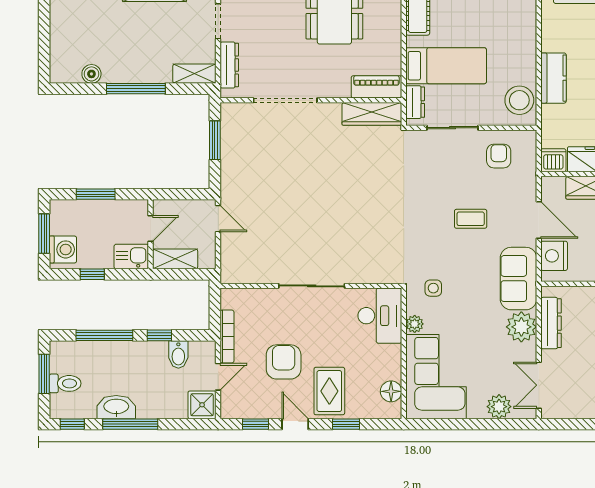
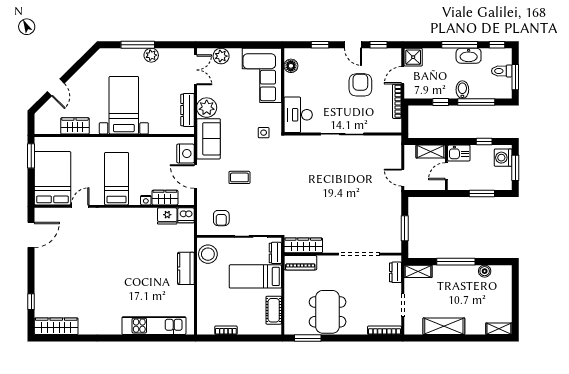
dresser: (229, 65) -> (396, 272), width x0.70
plant: (415, 324) -> (276, 109), removed
bidet: (178, 355) -> (462, 90), moved
armchair: (284, 362) -> (360, 85), turned 180
rug: (329, 391) -> (331, 66), removed

